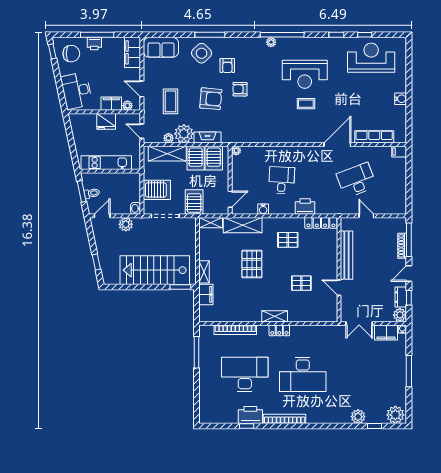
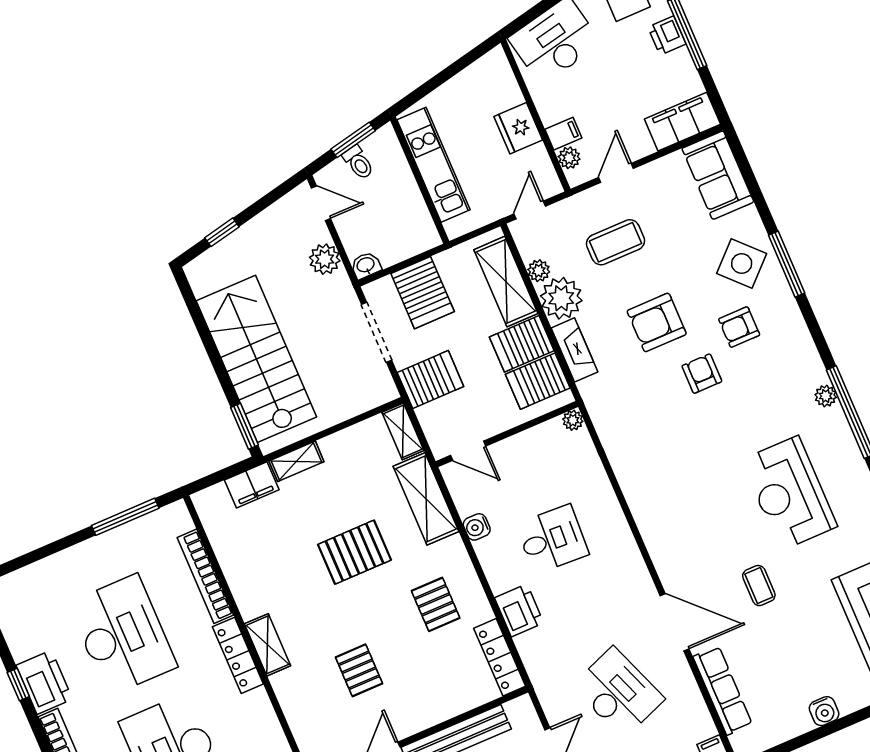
armchair: (211, 99) -> (657, 322), turned 85
filing cabinet: (111, 104) -> (563, 134), width x0.50
coffee table: (306, 104) -> (759, 586), moved
locker: (279, 330) -> (238, 655), width x1.53

